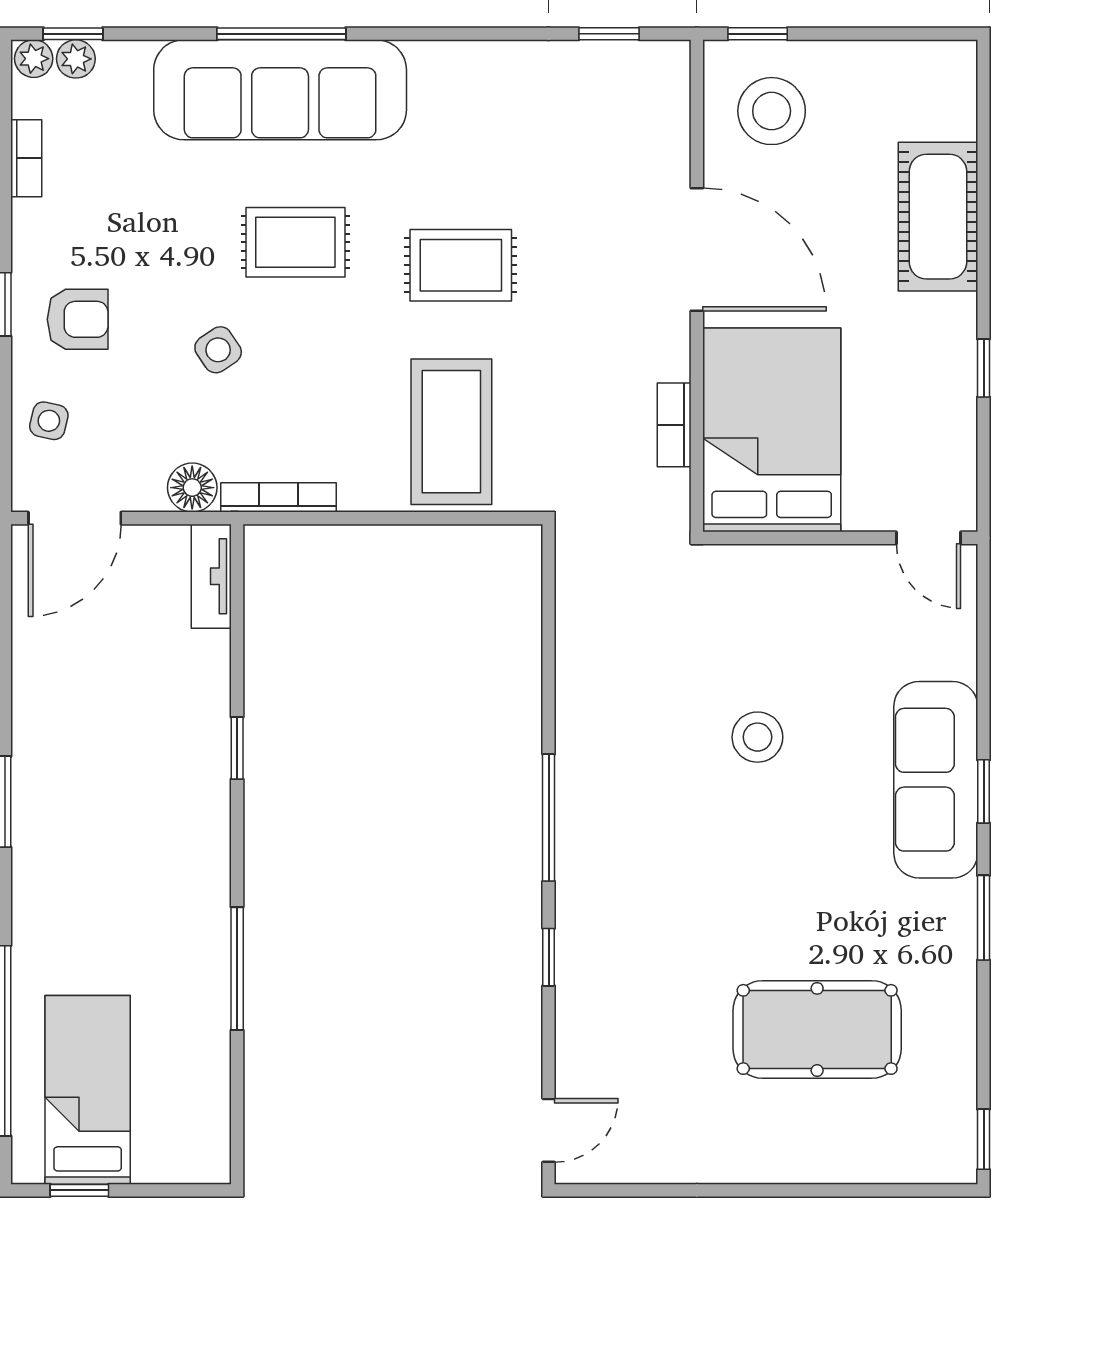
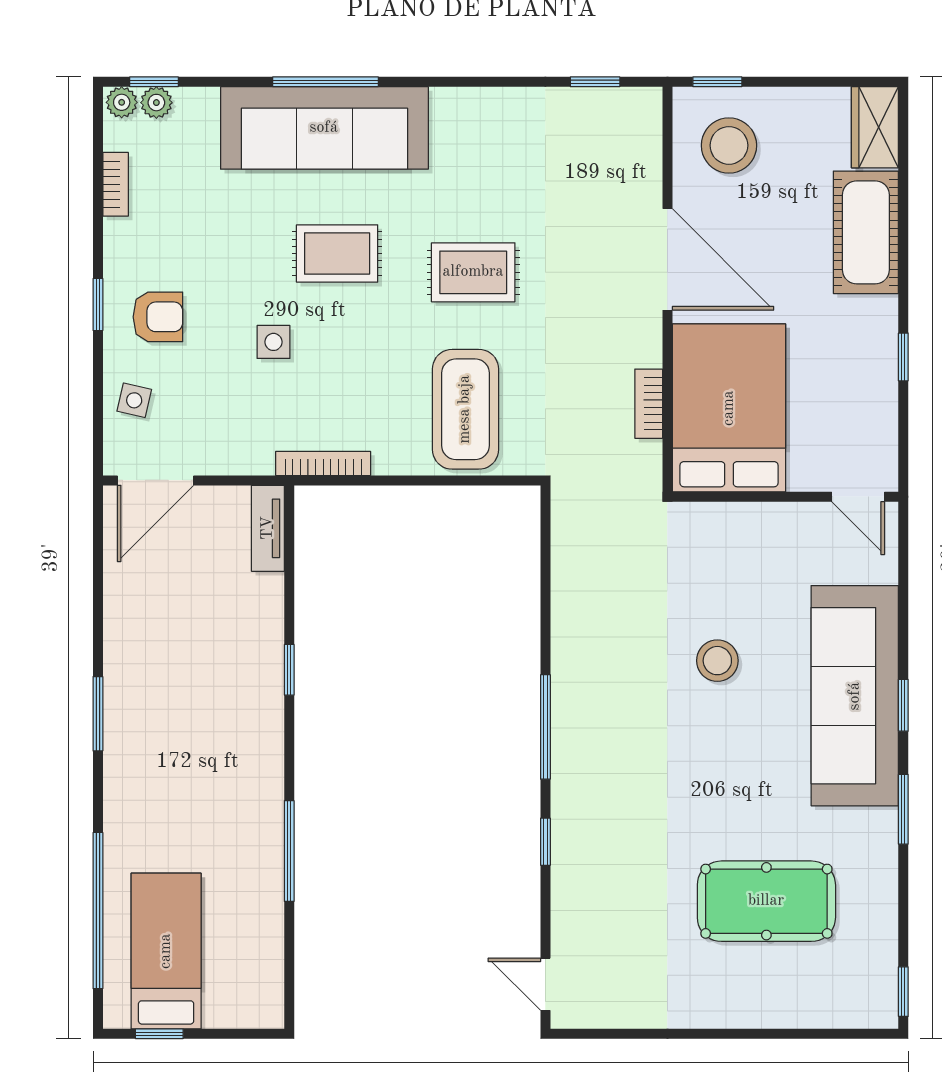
wardrobe: (949, 89) -> (875, 127), added
side table: (218, 350) -> (273, 342), turned 34
floor lamp: (192, 488) -> (252, 455), removed
sofa: (936, 780) -> (855, 696), width x1.36, depth x1.27
door: (549, 1130) -> (545, 984), swing flipped

